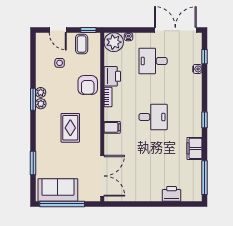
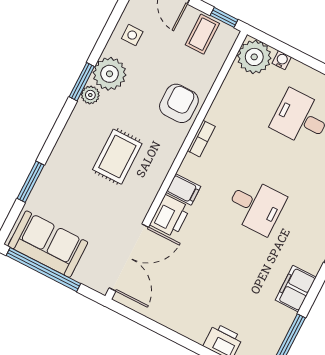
side table: (60, 63) -> (132, 35), moved
printer: (112, 76) -> (170, 216), moved
armchair: (88, 85) -> (179, 103), turned 180
plant: (41, 92) -> (110, 74), width x1.87, depth x1.87

